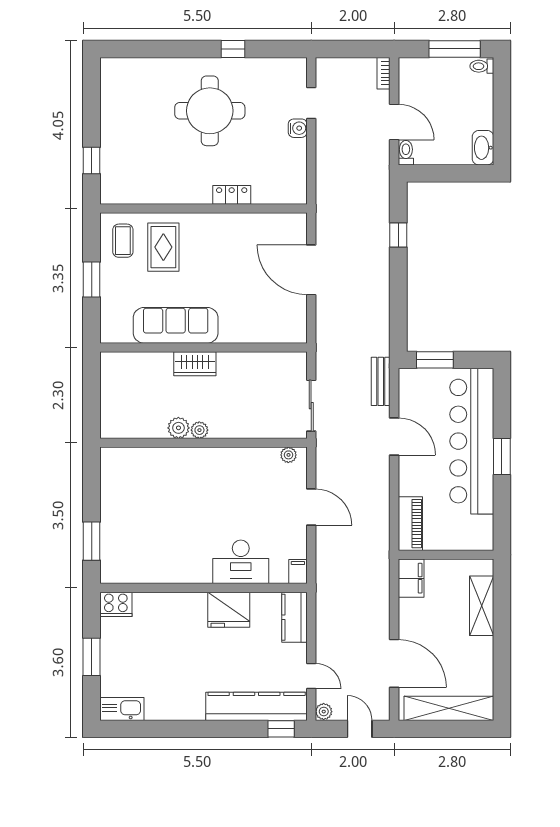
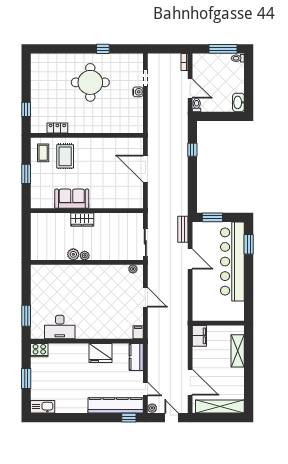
locker: (232, 195) -> (57, 128), moved
sofa: (176, 325) -> (72, 199), width x0.73
window: (502, 457) -> (249, 244), moved
piano: (410, 524) -> (199, 306), removed
desk: (241, 562) -> (60, 327), moved

